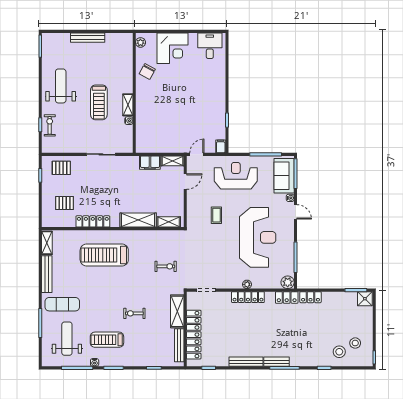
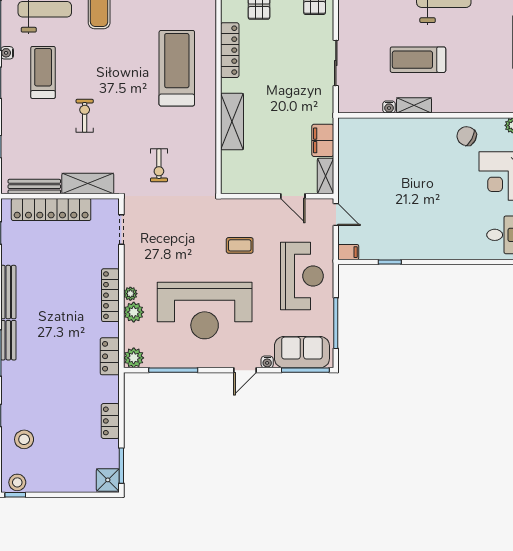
shelving: (169, 222) -> (229, 170), removed
plant: (259, 282) -> (134, 312), added
locker: (310, 297) -> (110, 421), moved
stool: (355, 343) -> (17, 482), moved

